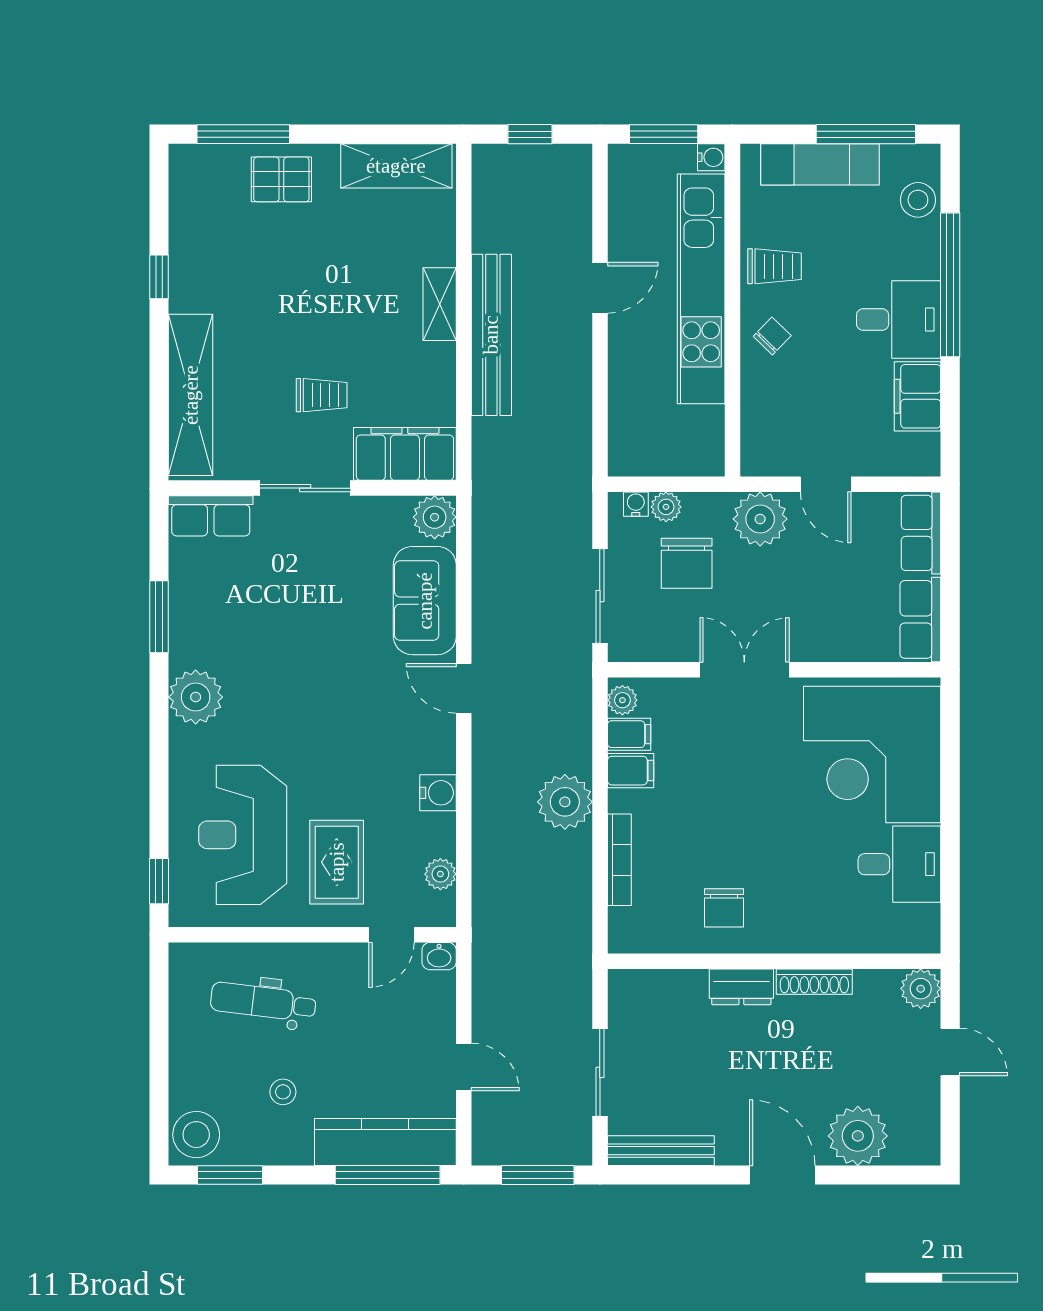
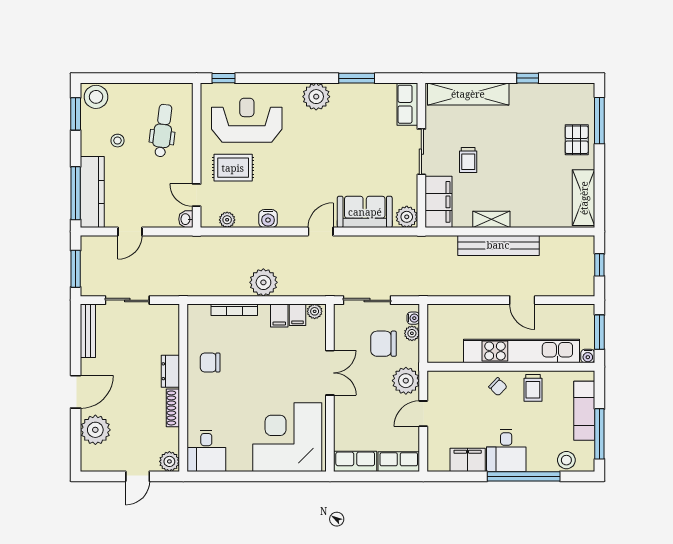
shelving: (440, 304) -> (491, 219), moved
desk: (899, 864) -> (206, 451), moved

